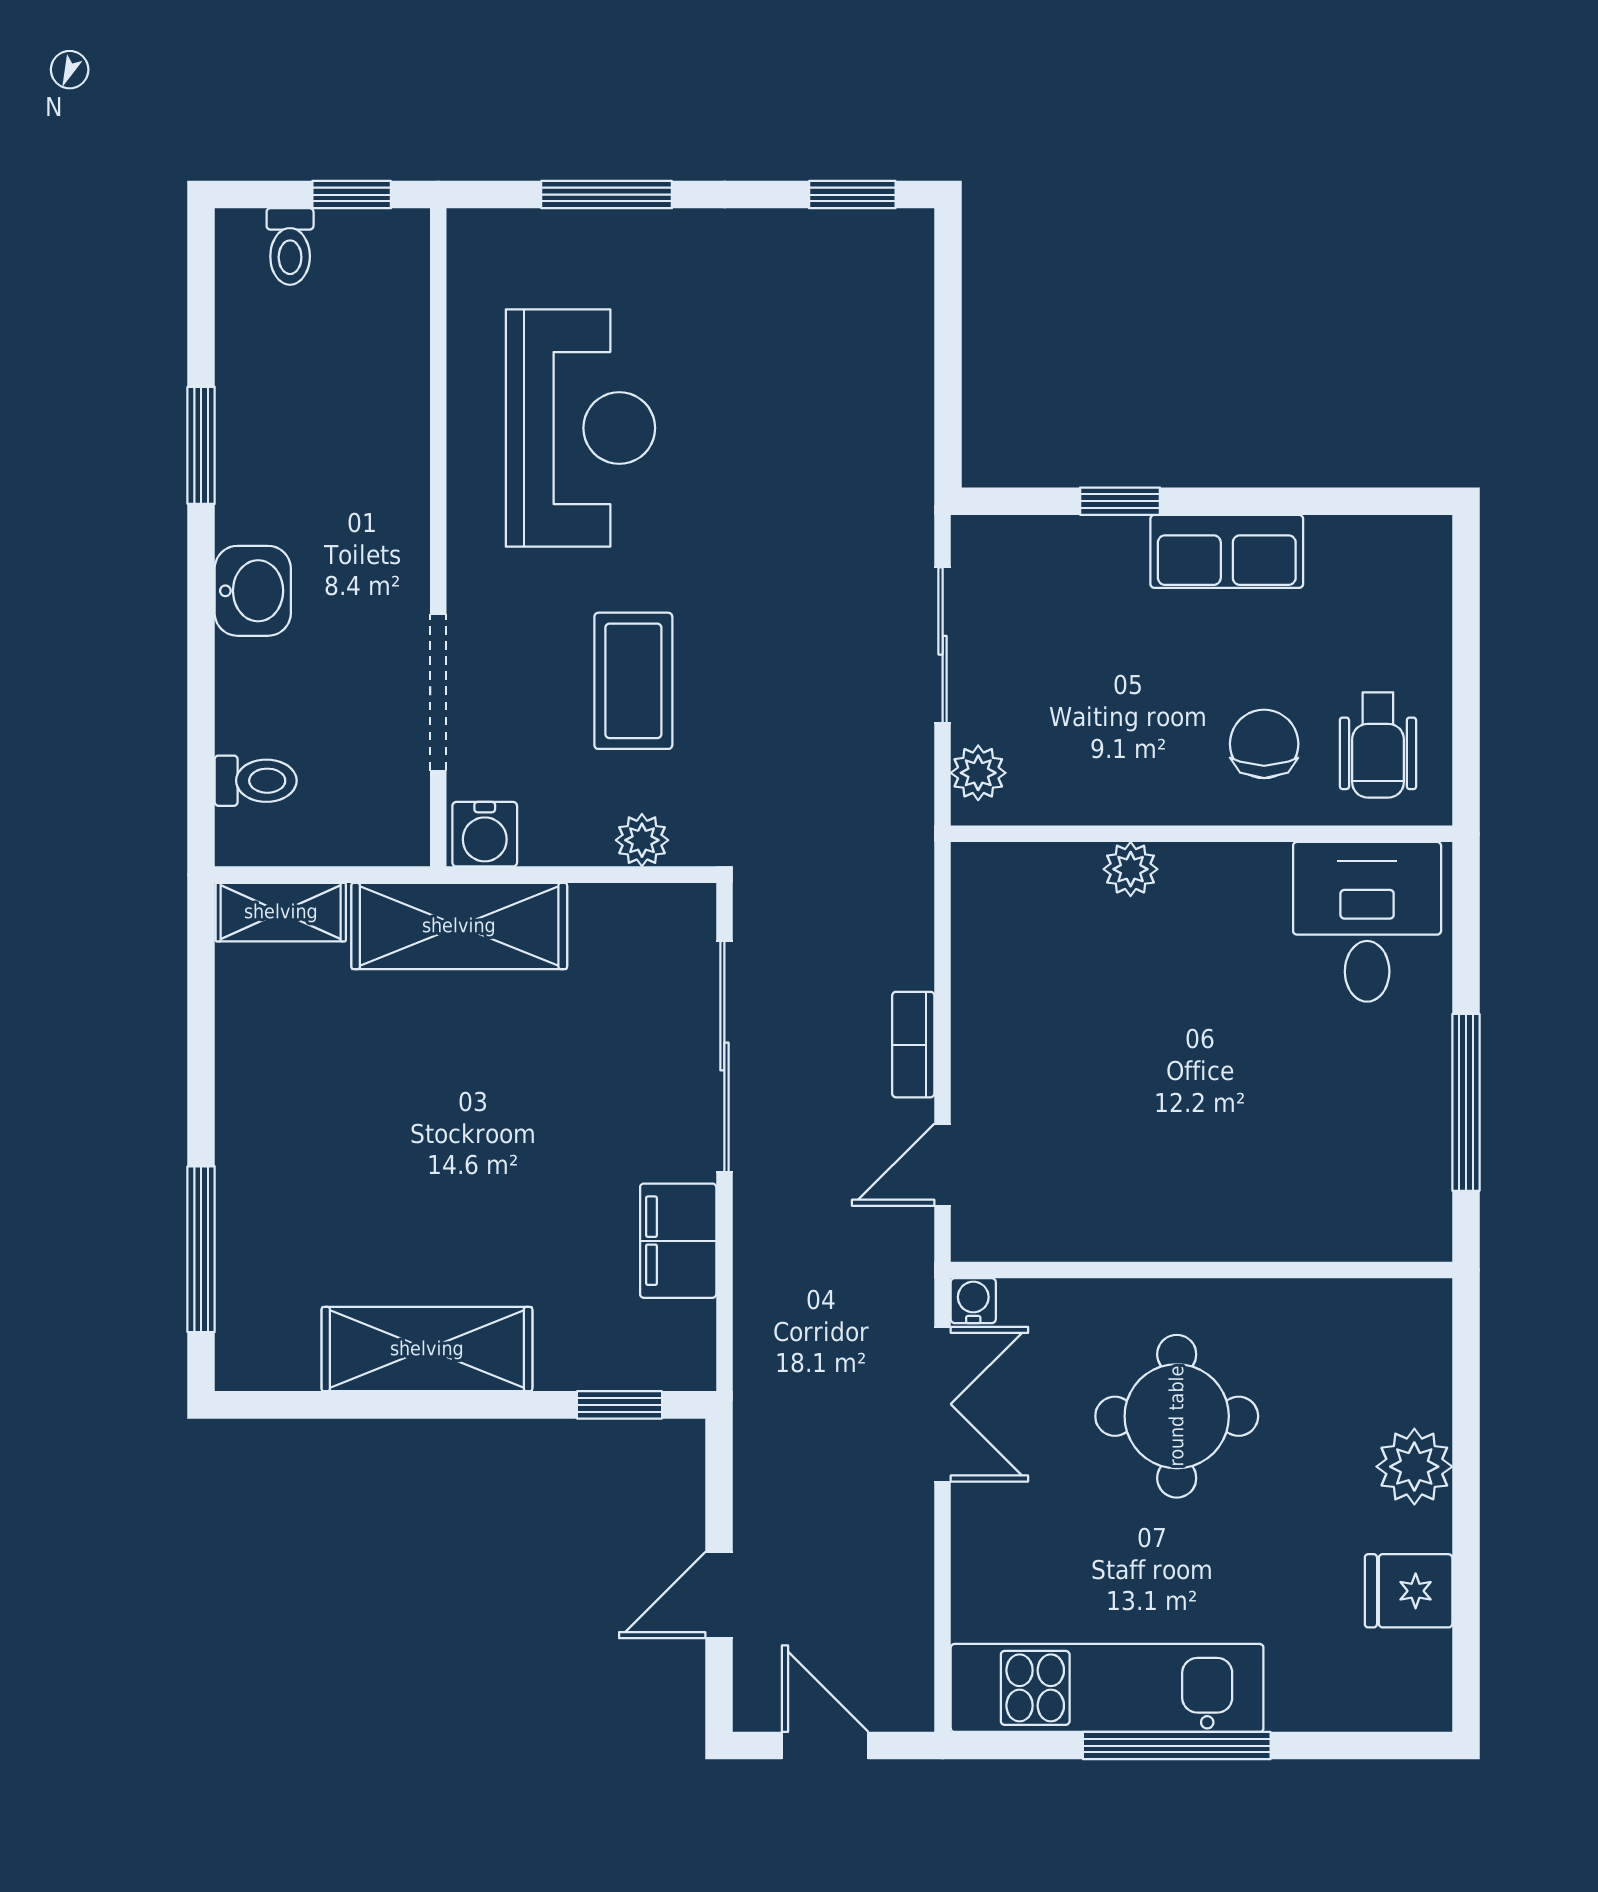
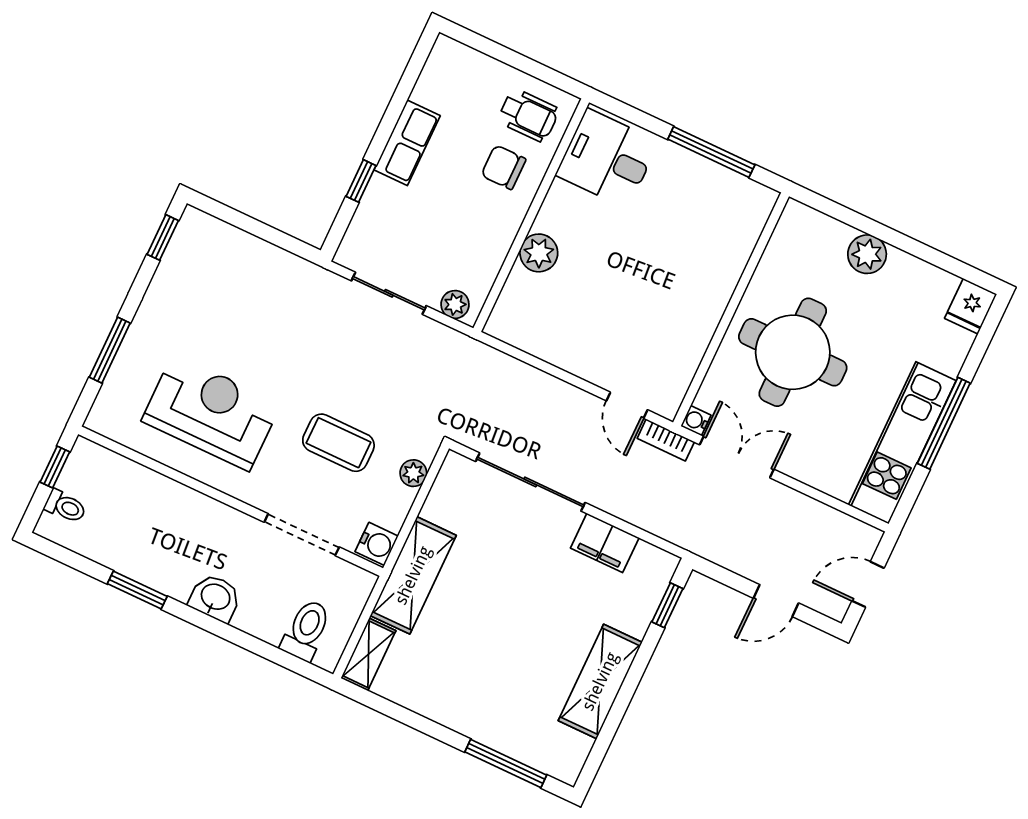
toilet: (256, 781) -> (306, 630), width x1.37, depth x1.39
plant: (1131, 869) -> (539, 253), width x1.38, depth x1.38
bookcase: (913, 1045) -> (666, 440), moved
round table: (1177, 1416) -> (793, 352), width x1.36, depth x1.36
fridge: (1409, 1591) -> (971, 306), moved
door: (719, 1595) -> (776, 601), hinge flipped

